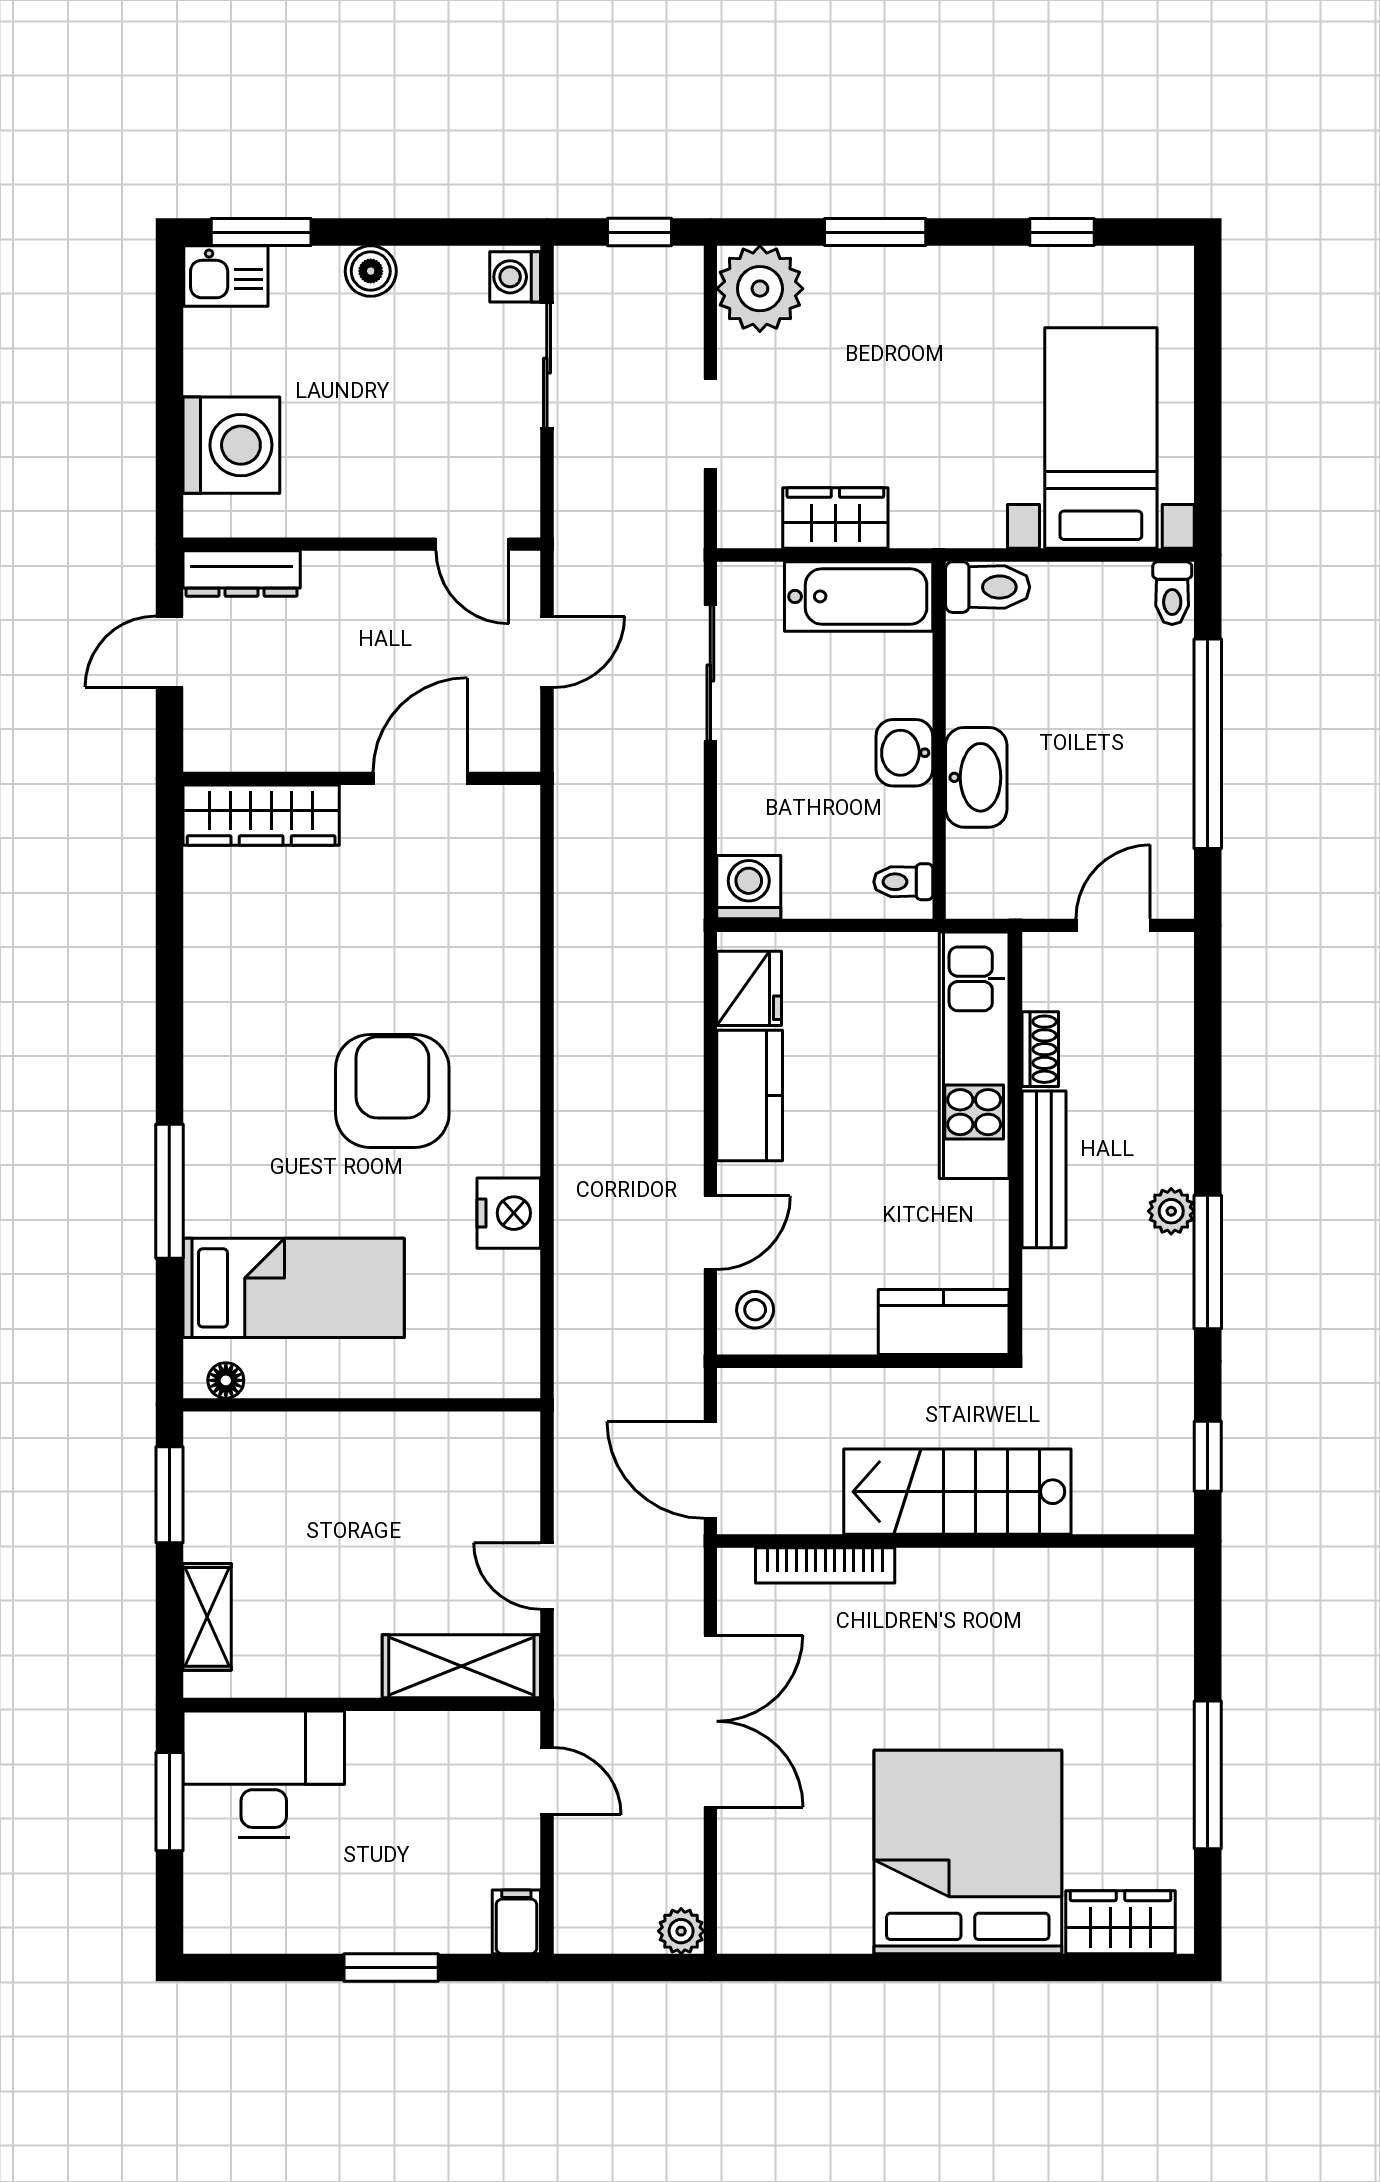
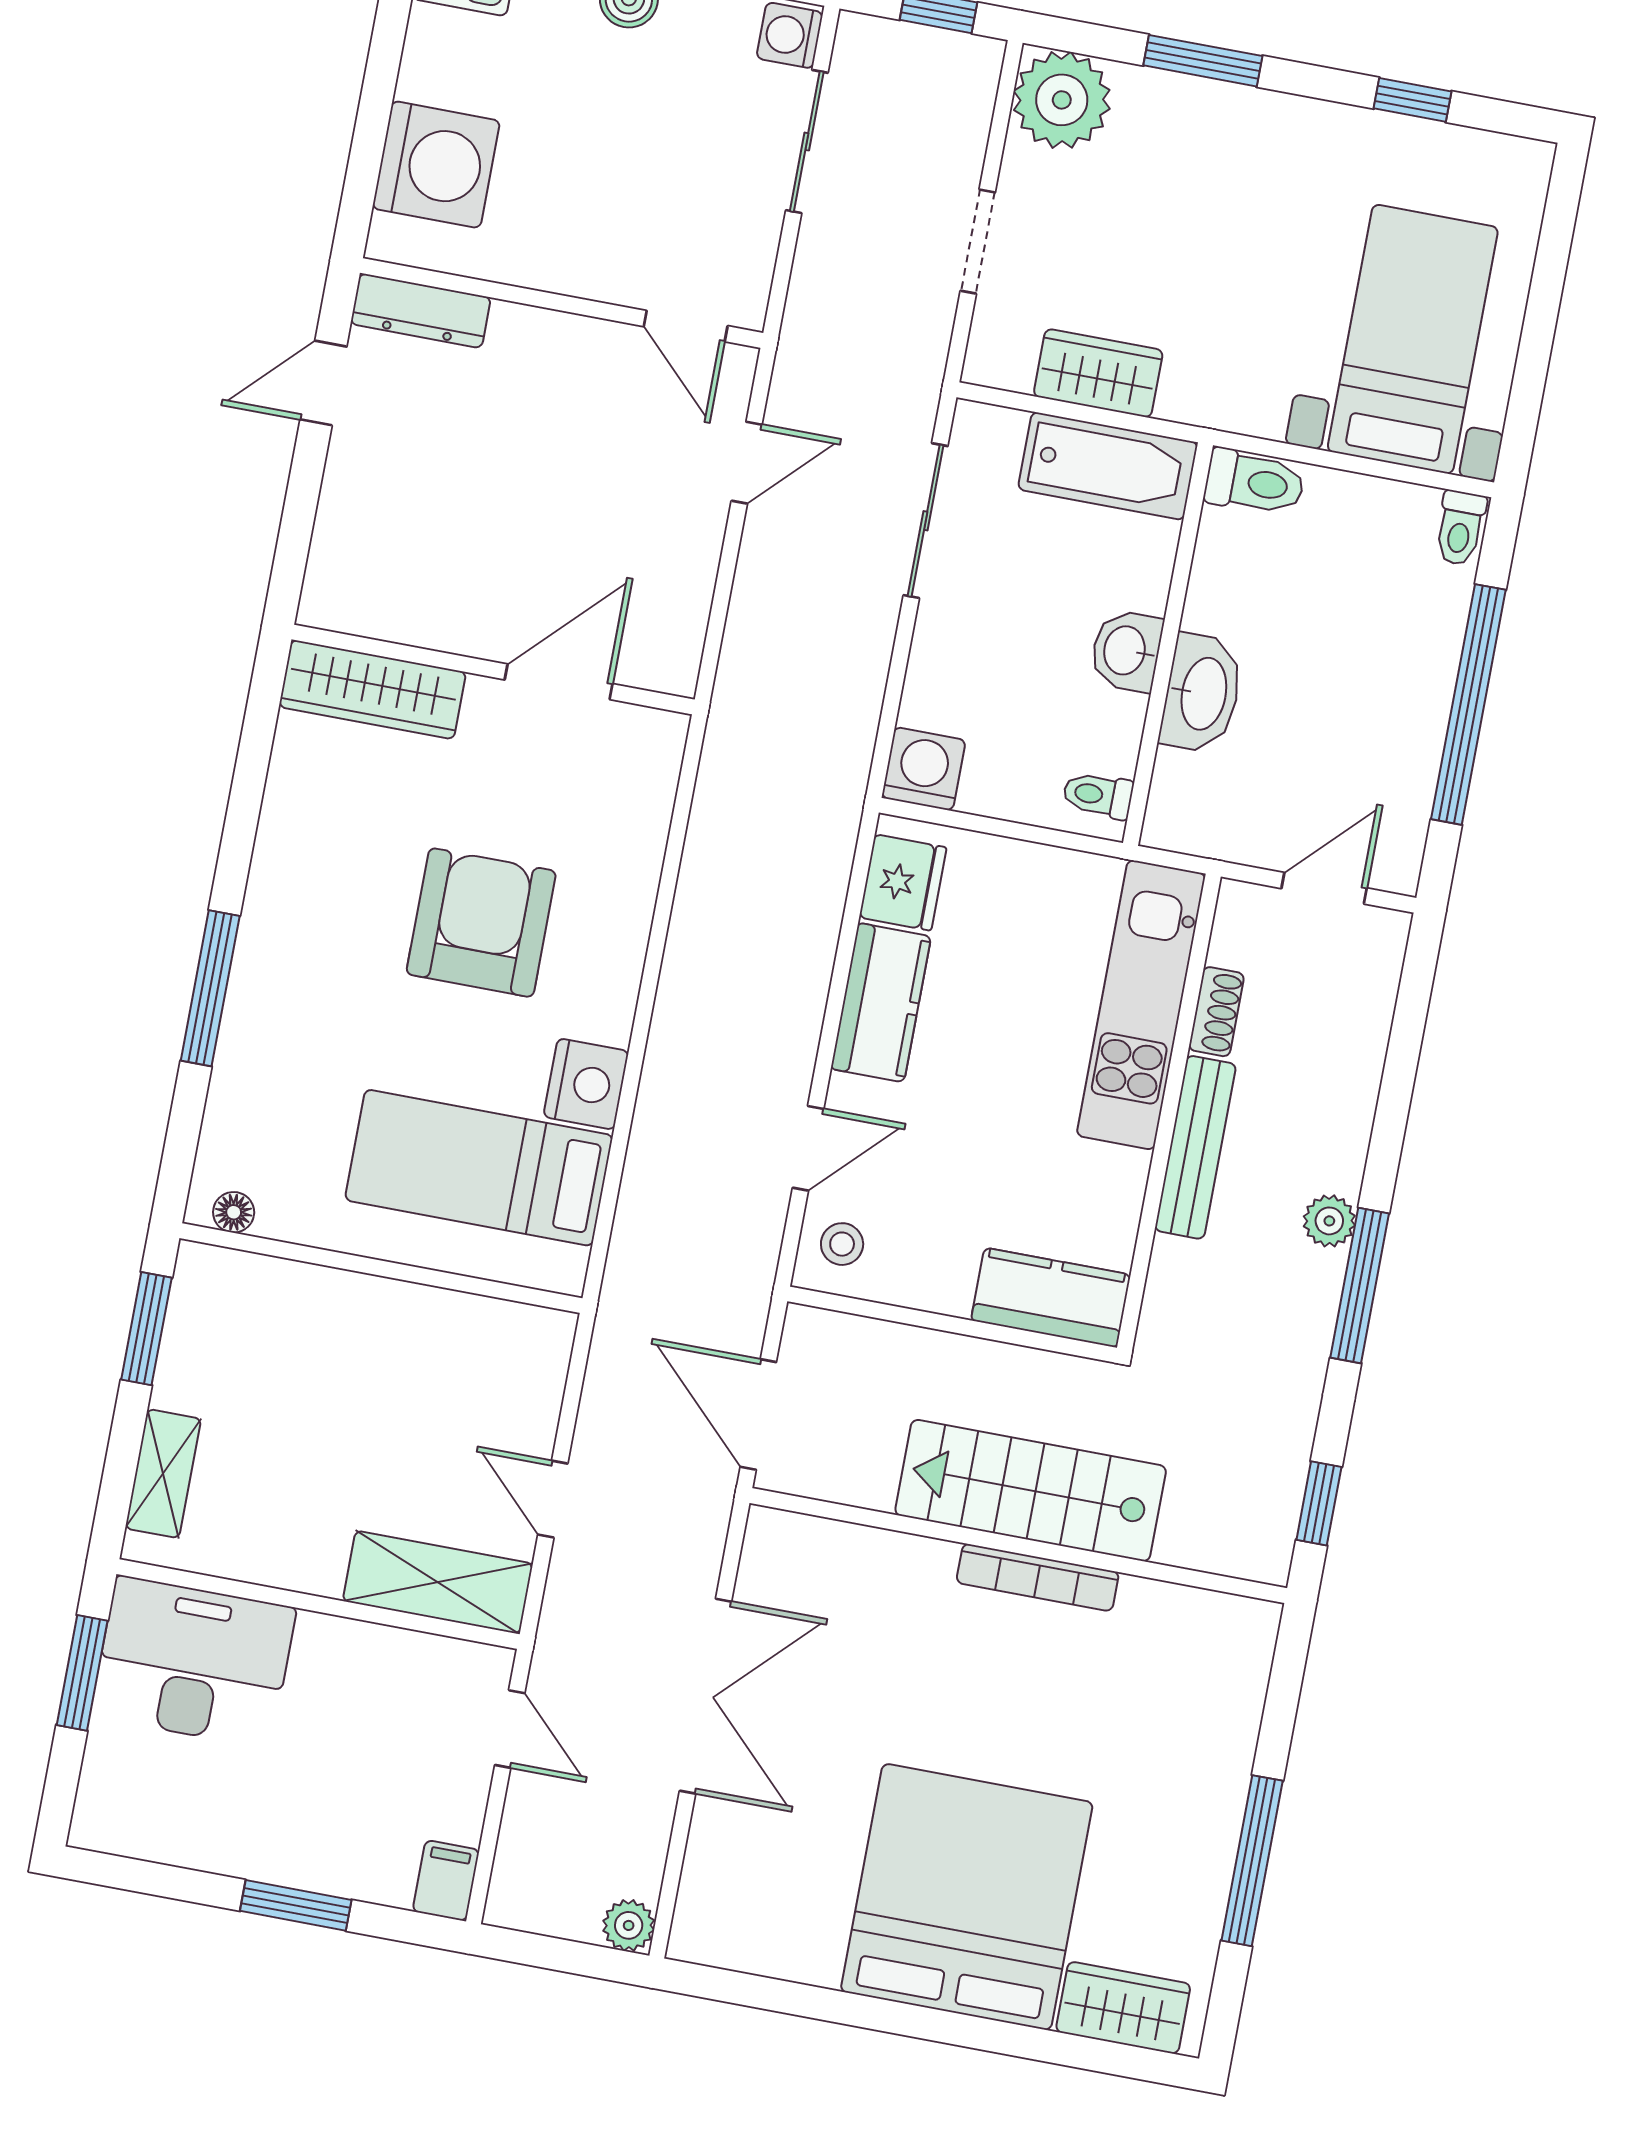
wall: (362, 778) -> (493, 669), moved
door: (420, 778) -> (559, 682), moved
wardrobe: (261, 815) -> (372, 690), moved
bed: (294, 1288) -> (479, 1168), moved, turned 180
bookcase: (825, 1565) -> (1038, 1577), moved

